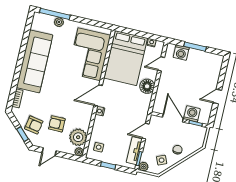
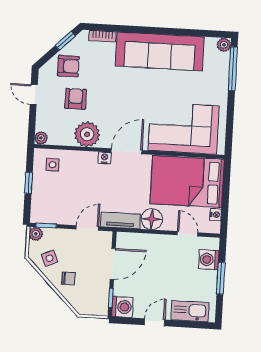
plant: (59, 22) -> (224, 45), moved
kitchen sink: (214, 71) -> (190, 311), added
door: (98, 95) -> (127, 151), hinge flipped
door: (217, 97) -> (155, 322), hinge flipped
washing machine: (192, 114) -> (122, 307), moved
armchair: (34, 125) -> (68, 66), turned -100
door: (146, 131) -> (87, 228), hinge flipped
window: (22, 134) -> (65, 41), moved
plant: (78, 137) -> (87, 134), moved
tv unit: (134, 151) -> (120, 220), moved

